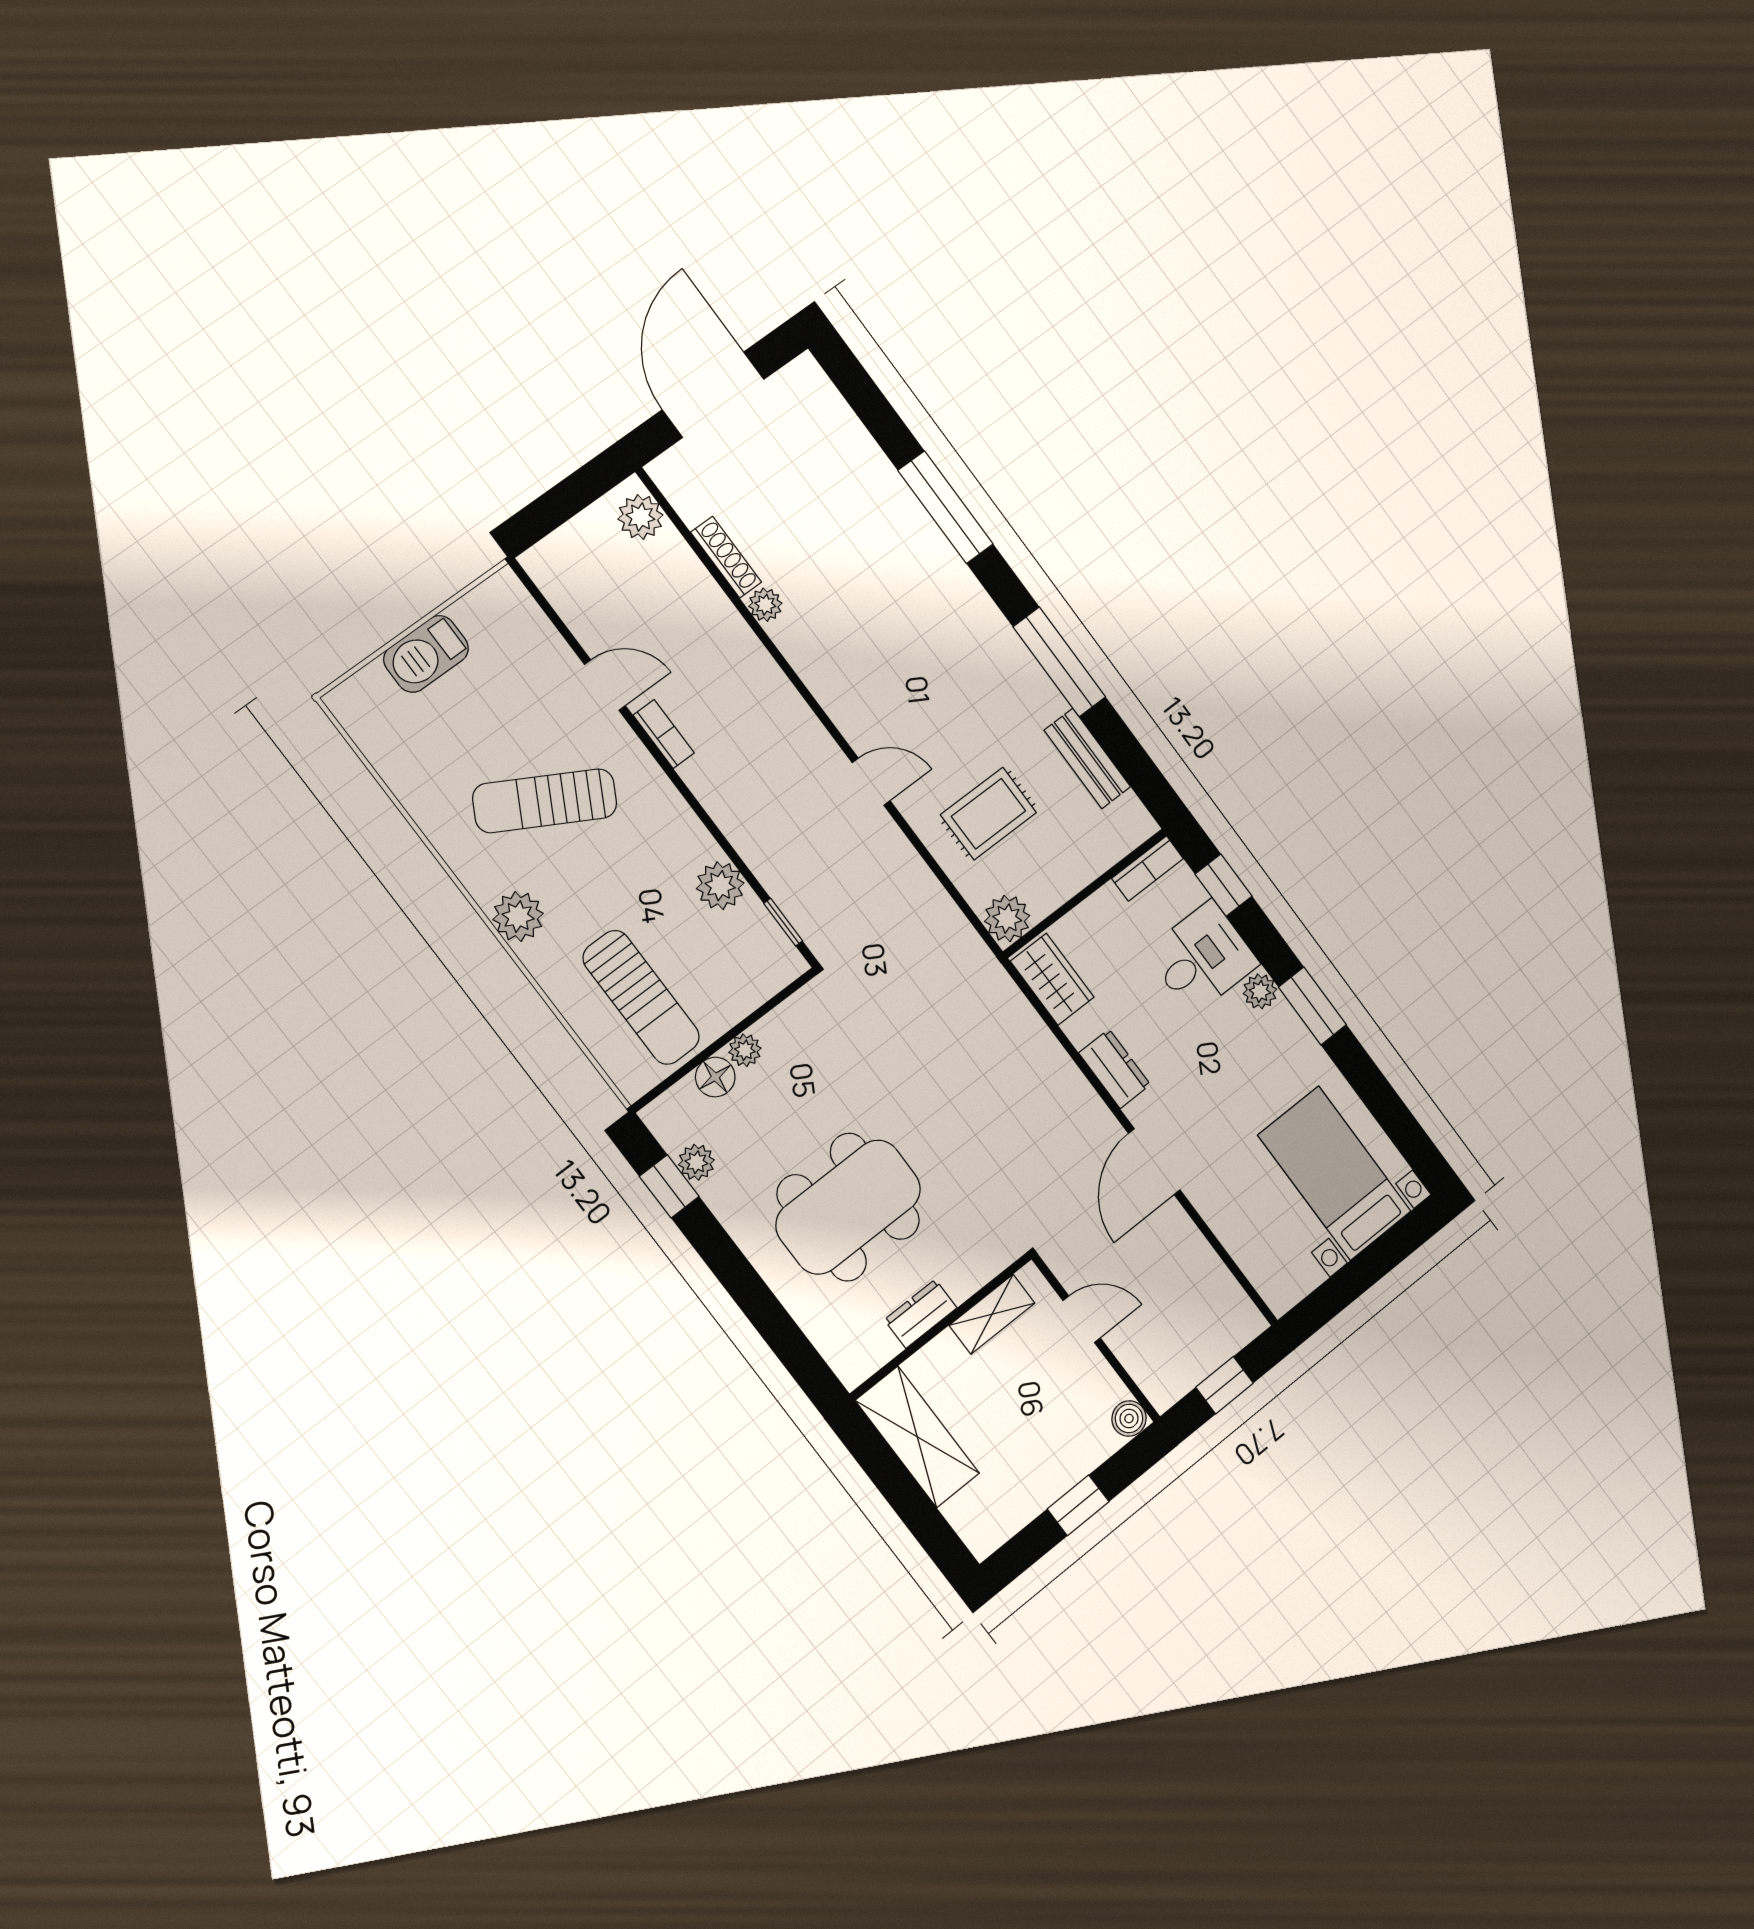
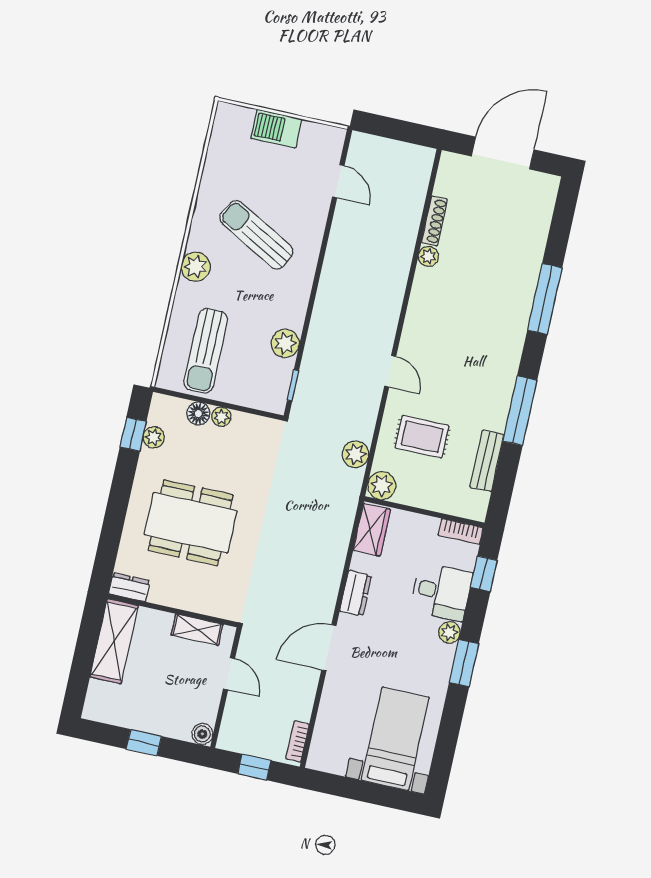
plant: (640, 517) -> (356, 454), moved
door: (605, 685) -> (338, 181), moved
bookcase: (664, 734) -> (298, 741), moved, turned 180
dresser: (921, 1314) -> (129, 587), moved

